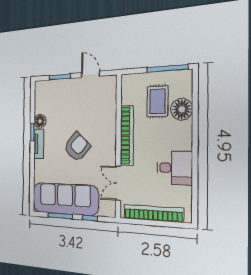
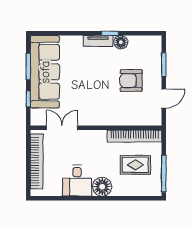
floor lamp: (182, 109) -> (102, 187), moved
bookcase: (127, 135) -> (134, 136), moved
armchair: (77, 147) -> (131, 81), moved, turned 138

